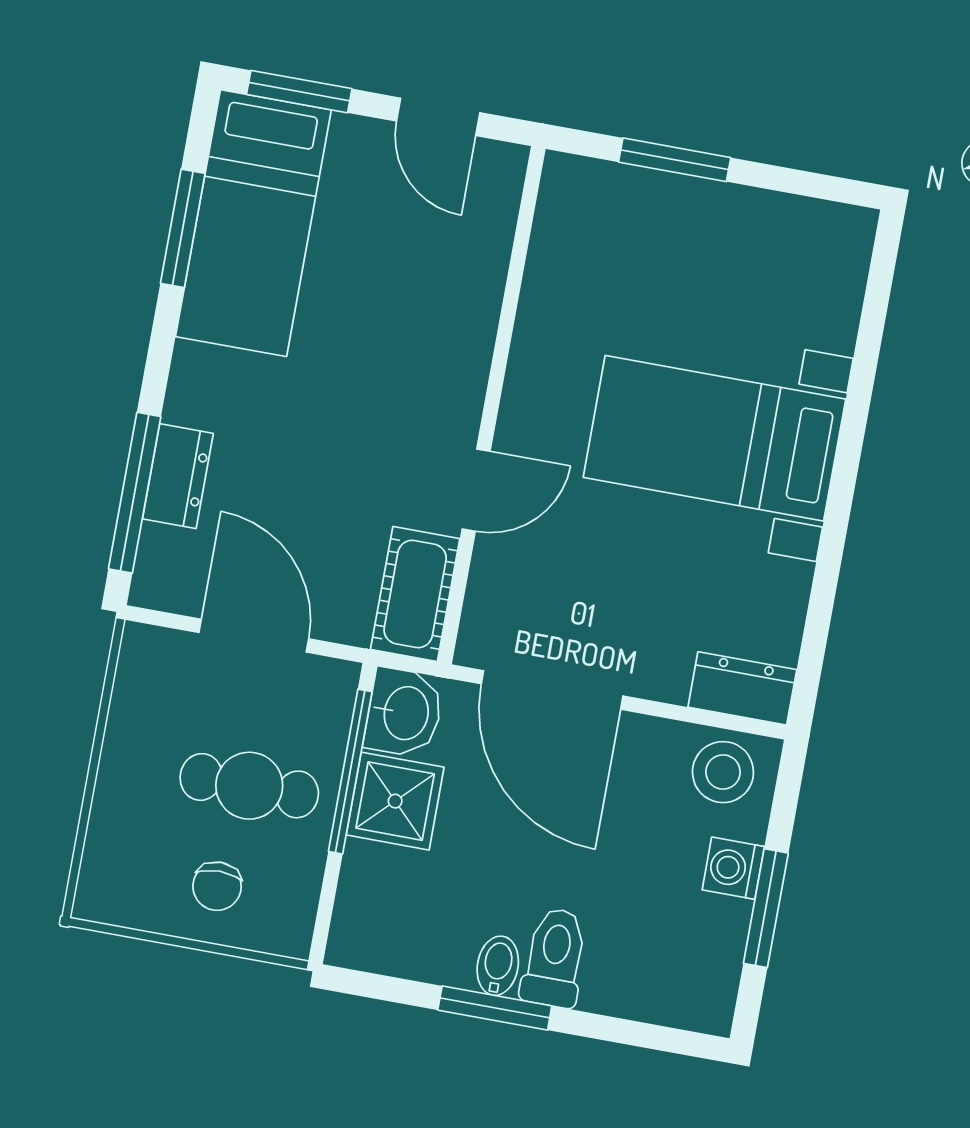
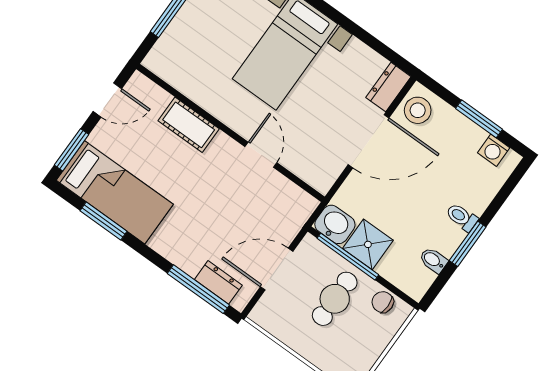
dresser: (178, 476) -> (218, 282), moved
cot: (415, 594) -> (189, 125), moved
door: (552, 690) -> (369, 141), moved
washing machine: (733, 868) -> (494, 150), moved
chair: (217, 886) -> (383, 302), moved, turned 180
toilet: (554, 958) -> (462, 217), width x0.73, depth x0.72
bidet: (498, 966) -> (433, 260), moved

